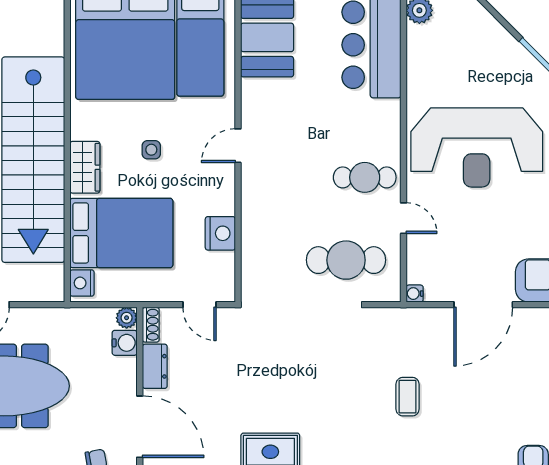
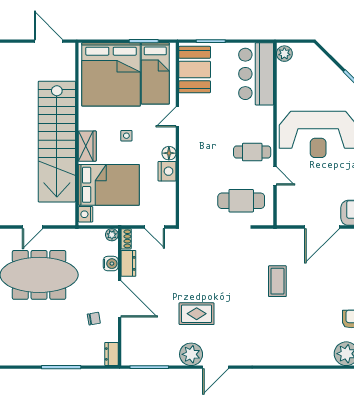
door: (238, 146) -> (177, 117), moved
floor lamp: (224, 179) -> (169, 153), added
nightstand: (220, 233) -> (167, 171), moved
water cooler: (415, 294) -> (282, 220), removed
water cooler: (125, 343) -> (111, 264), moved
coffee table: (408, 397) -> (277, 281), width x1.36, depth x1.30

